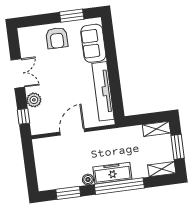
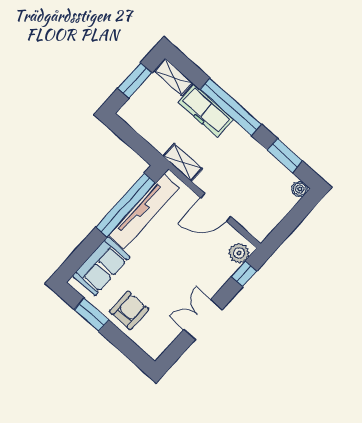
window: (115, 85) -> (126, 205), added
plant: (34, 100) -> (239, 253), moved
shelving: (156, 129) -> (183, 162), moved
freezer: (112, 173) -> (206, 111), moved
boiler: (88, 179) -> (300, 189), moved

